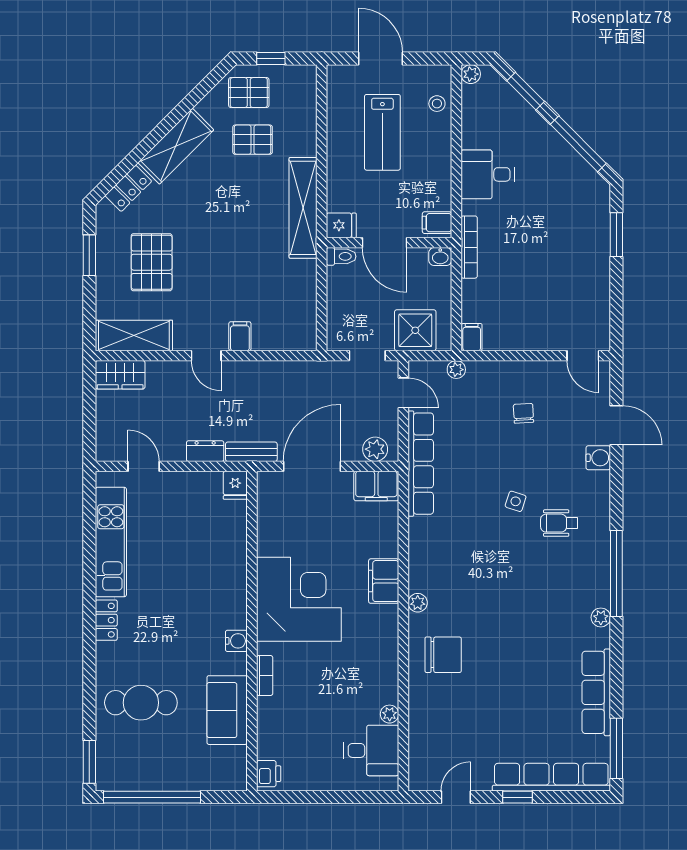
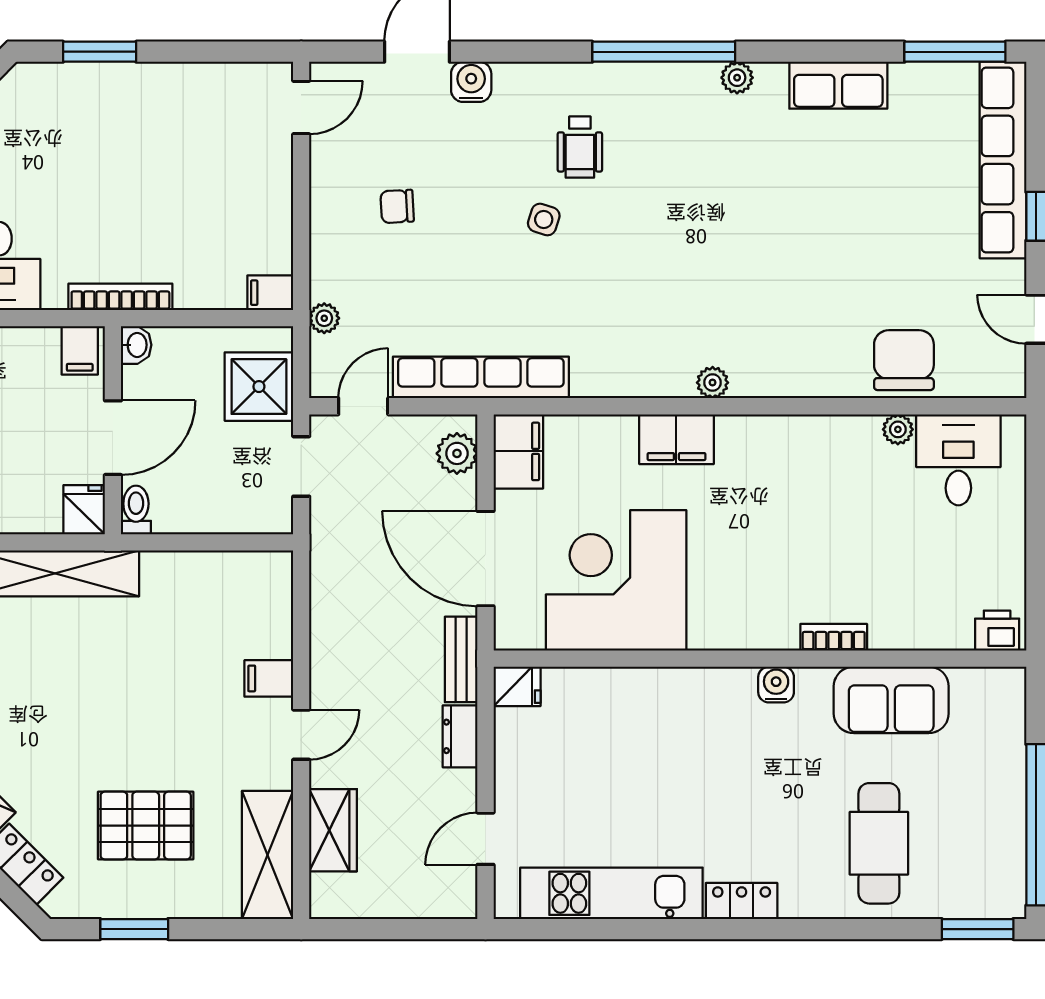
wardrobe: (120, 375) -> (333, 830), moved
corner desk: (299, 599) -> (616, 580), moved
chair: (443, 655) -> (904, 360), moved
row of seats: (596, 692) -> (838, 85), width x0.68

